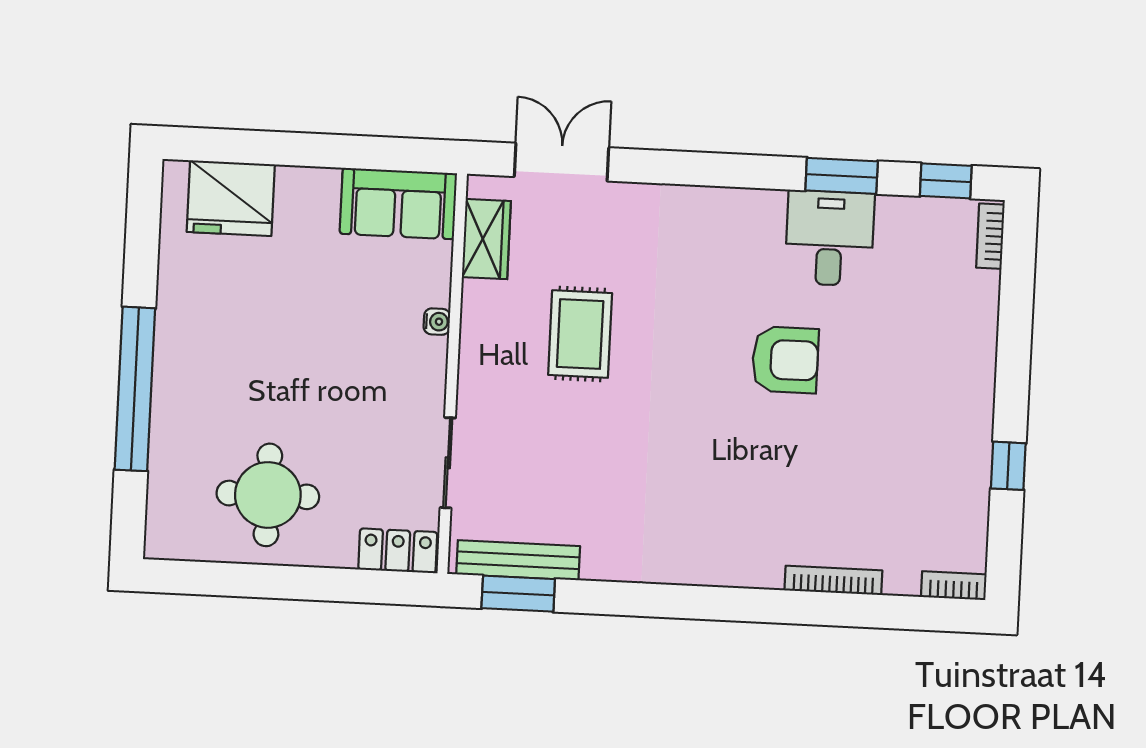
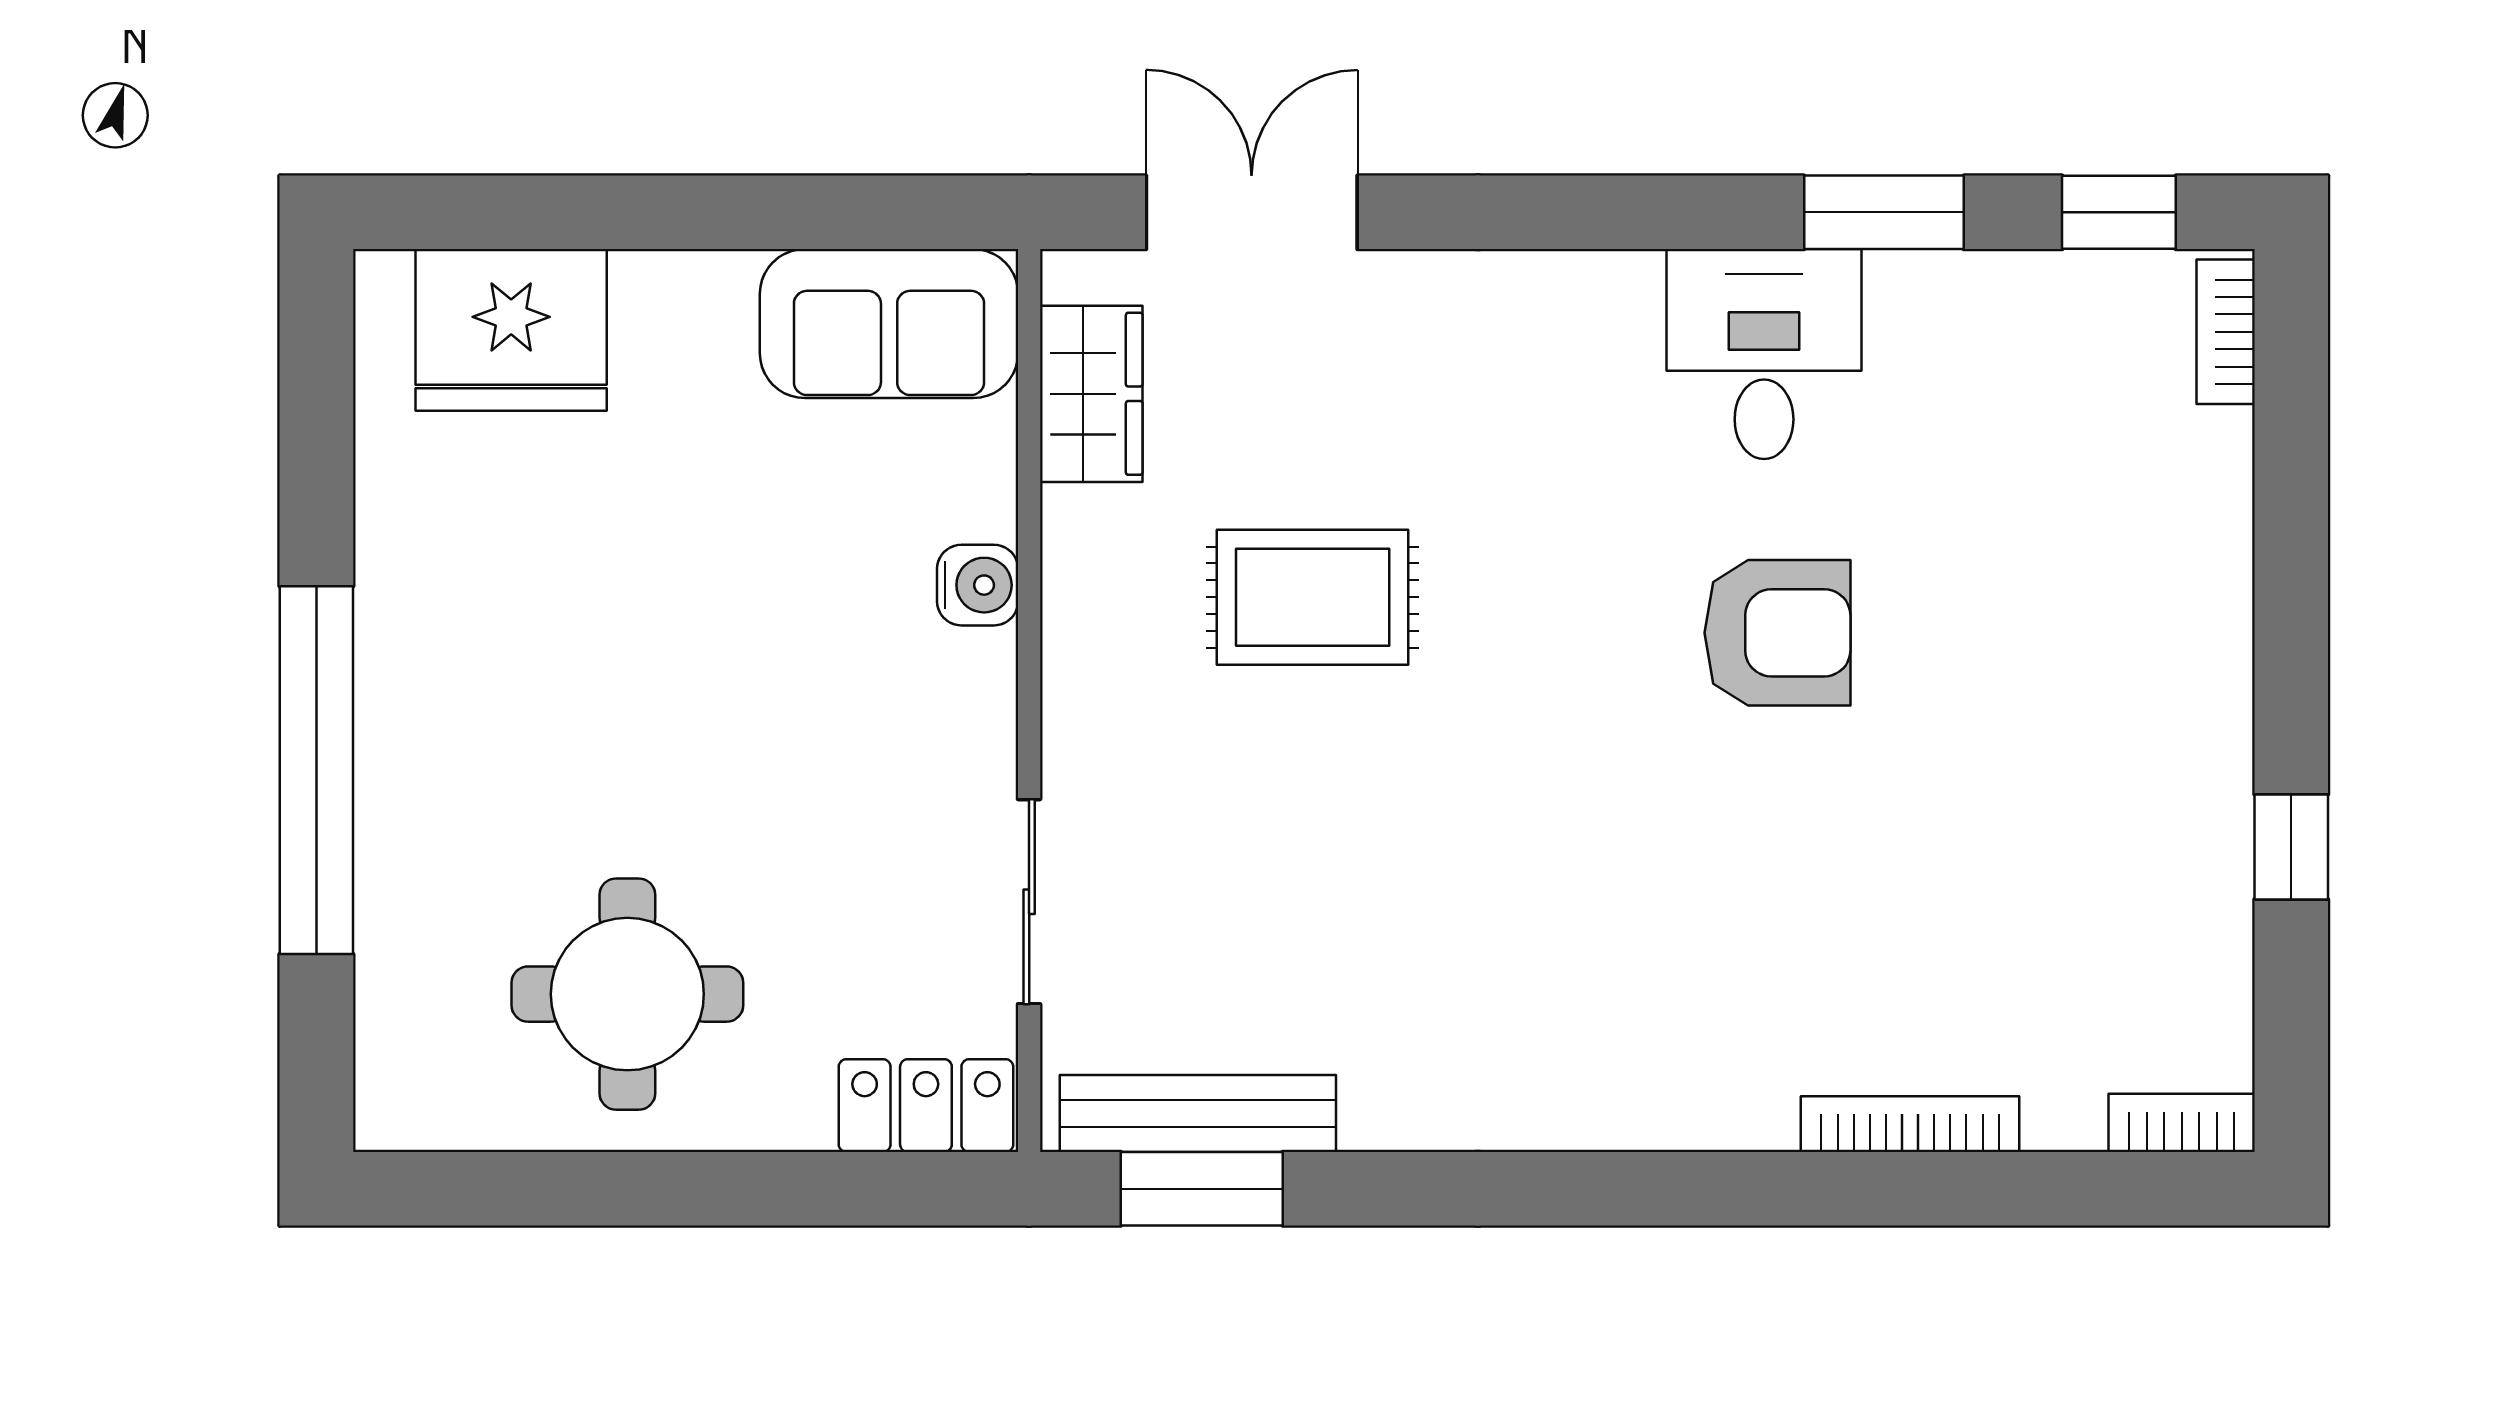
desk: (830, 238) -> (1764, 354), moved
water cooler: (437, 322) -> (978, 585), width x1.38, depth x1.38
rug: (580, 334) -> (1313, 597), turned 90

